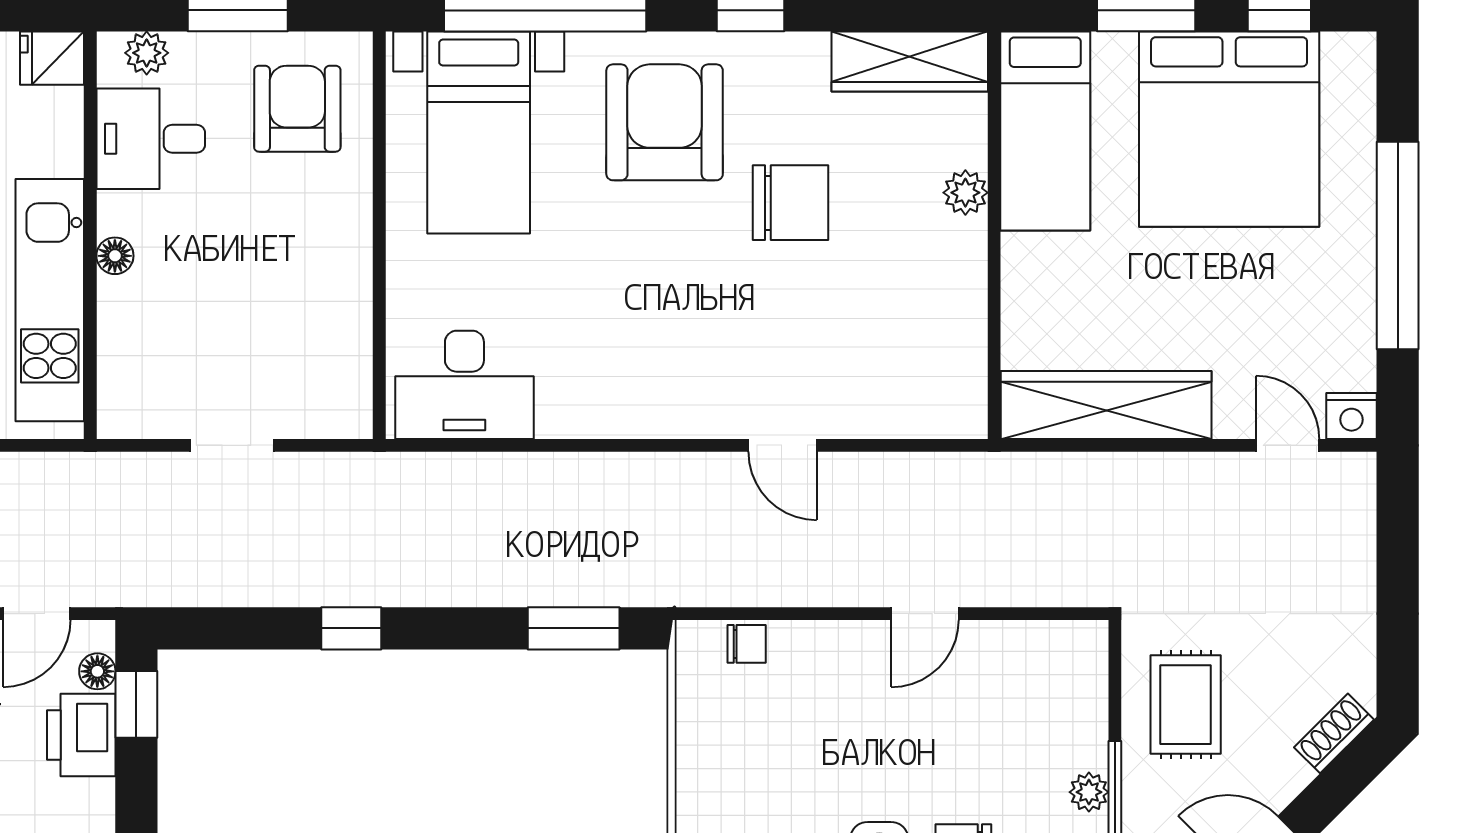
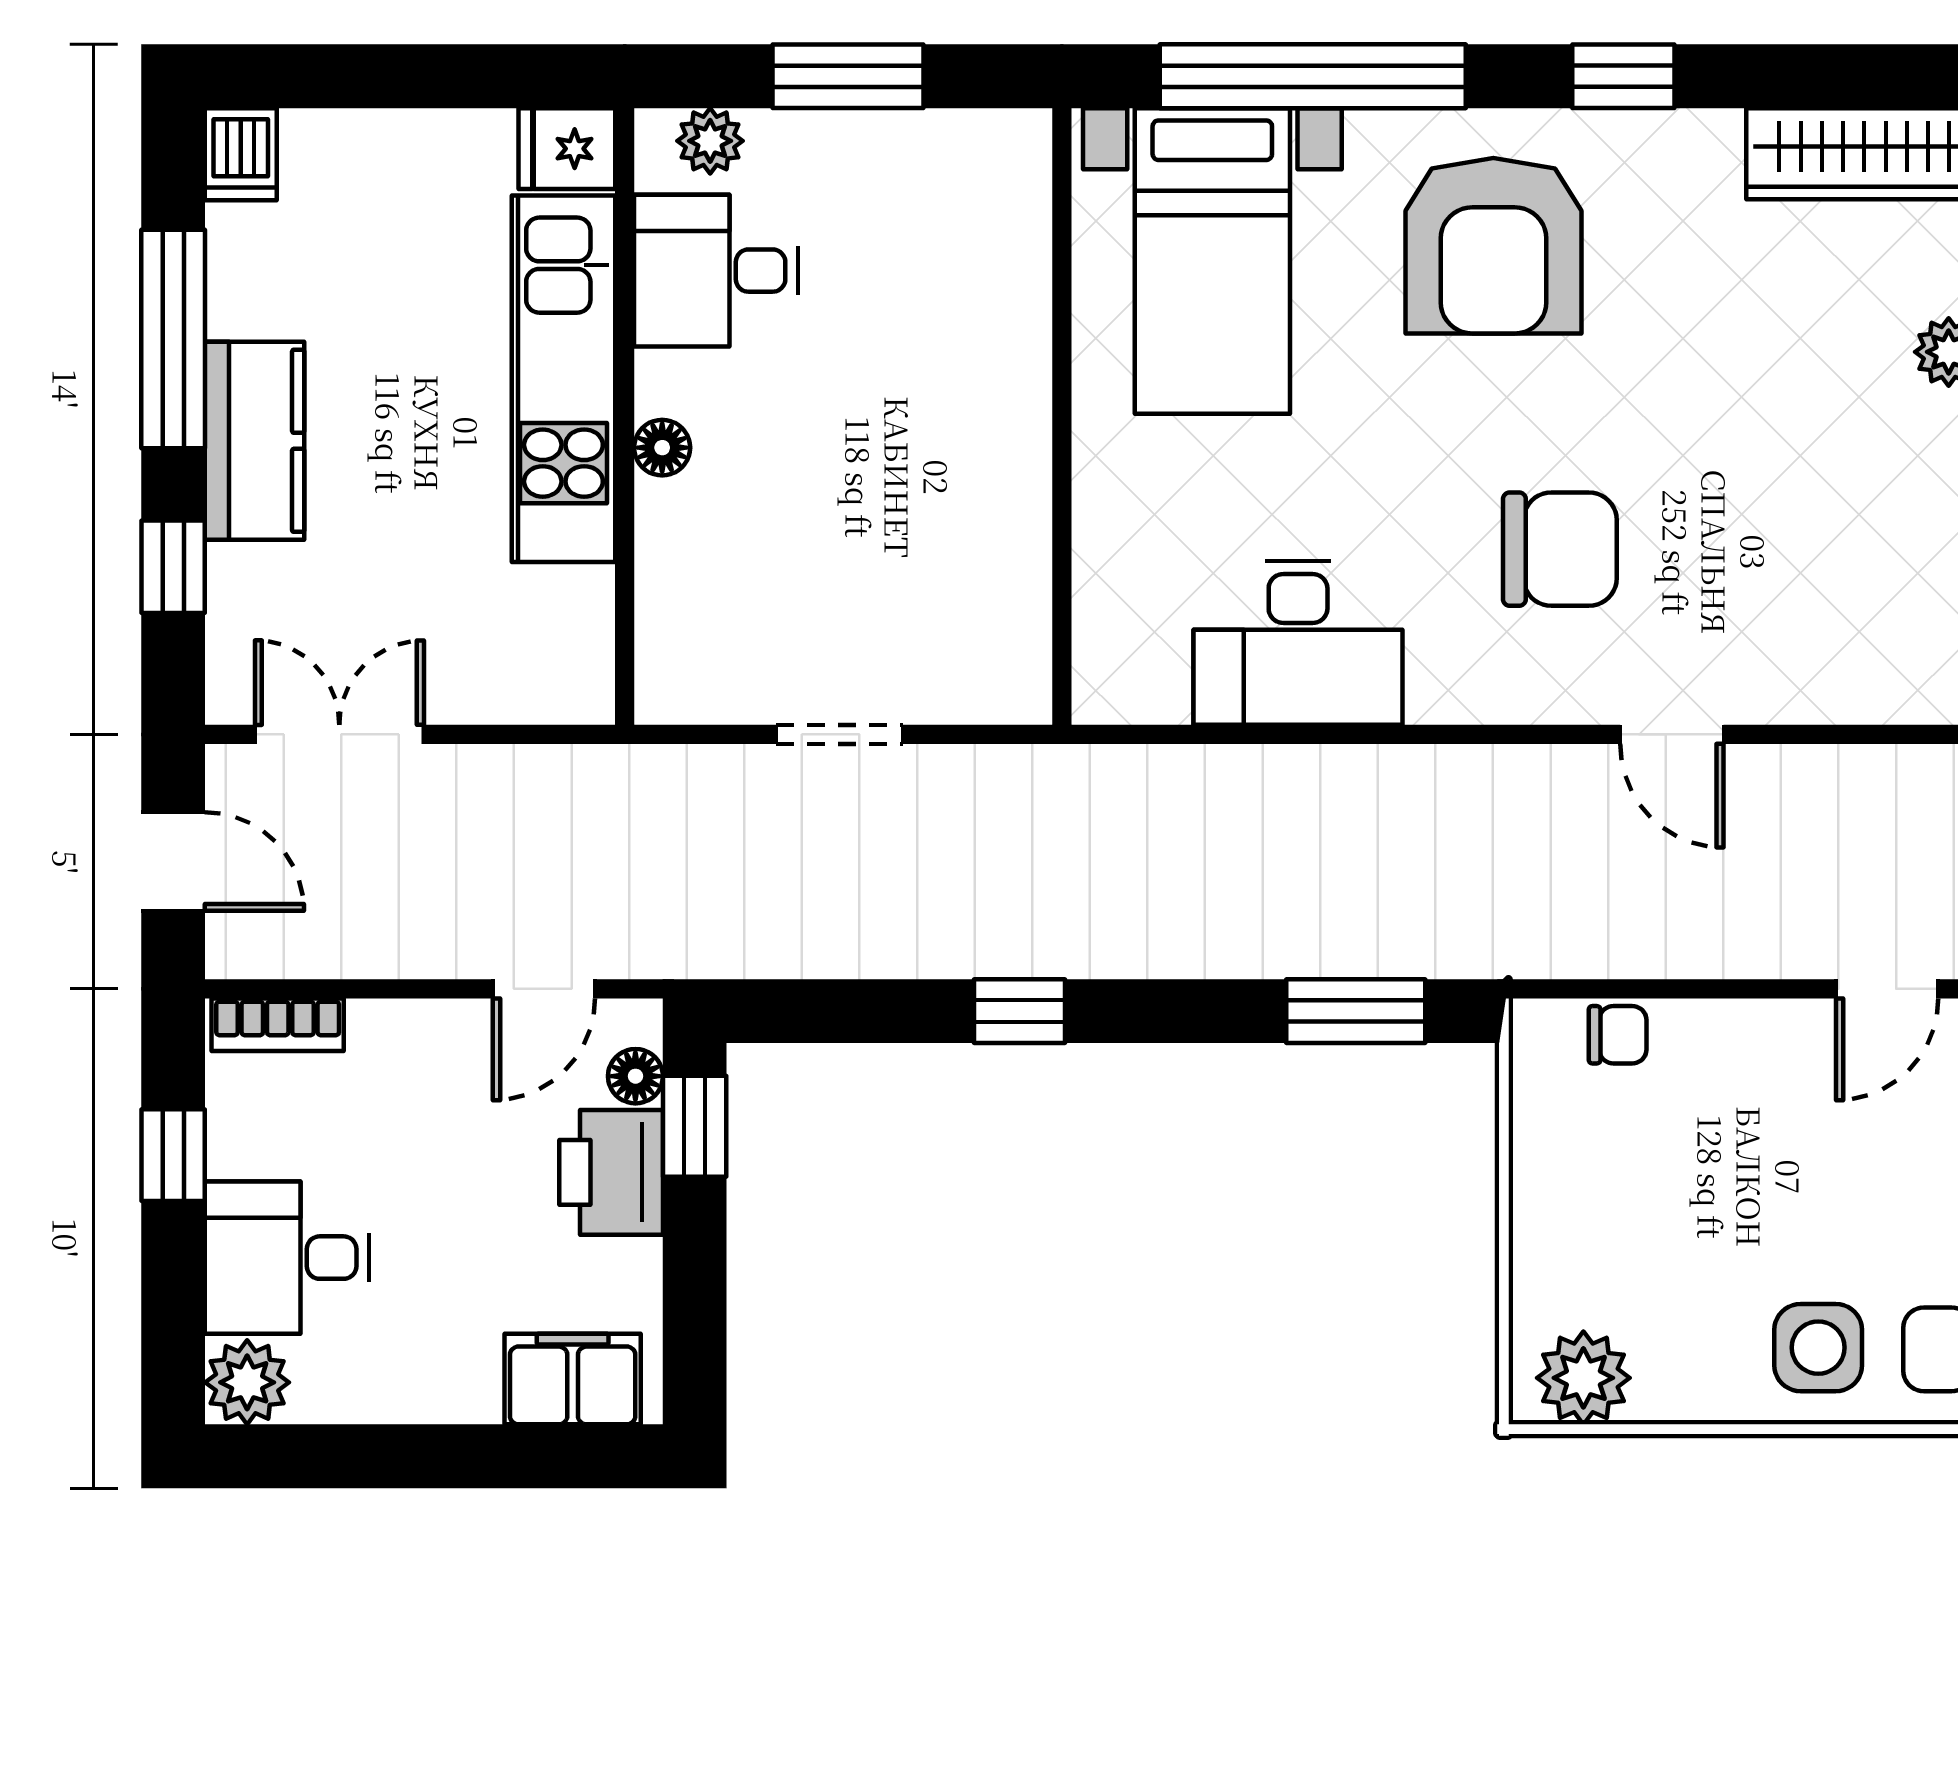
armchair: (297, 109) -> (938, 225), removed
armchair: (665, 122) -> (1493, 246), turned 180
chair: (791, 203) -> (1560, 549), moved
kitchen unit: (50, 300) -> (563, 379), moved
desk: (464, 385) -> (1298, 643), moved

